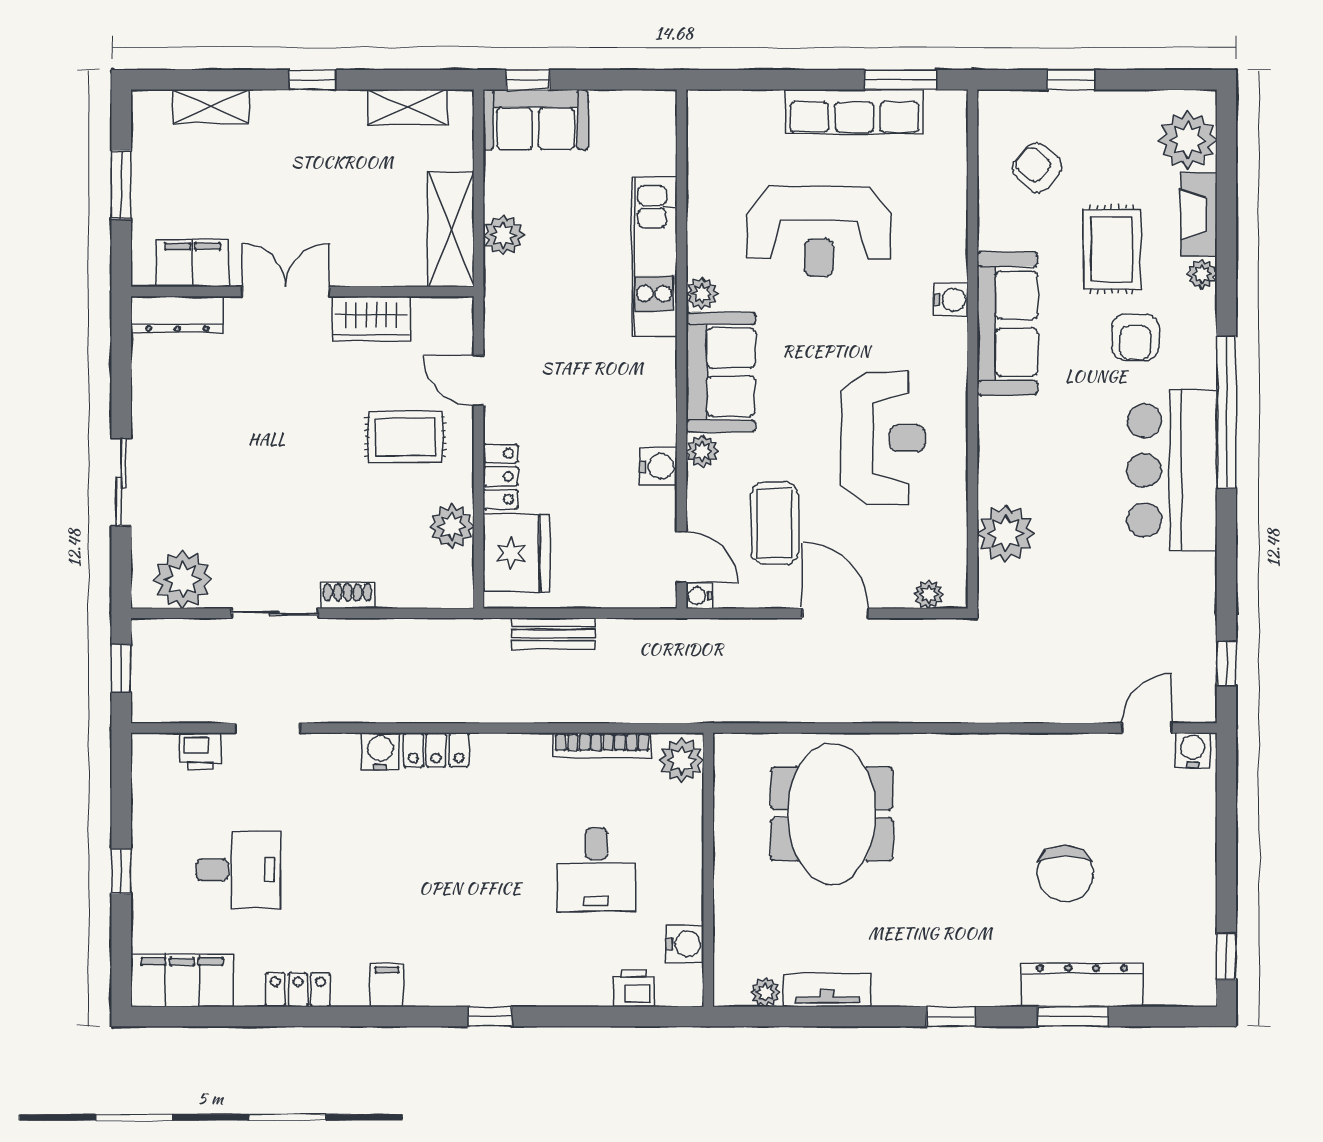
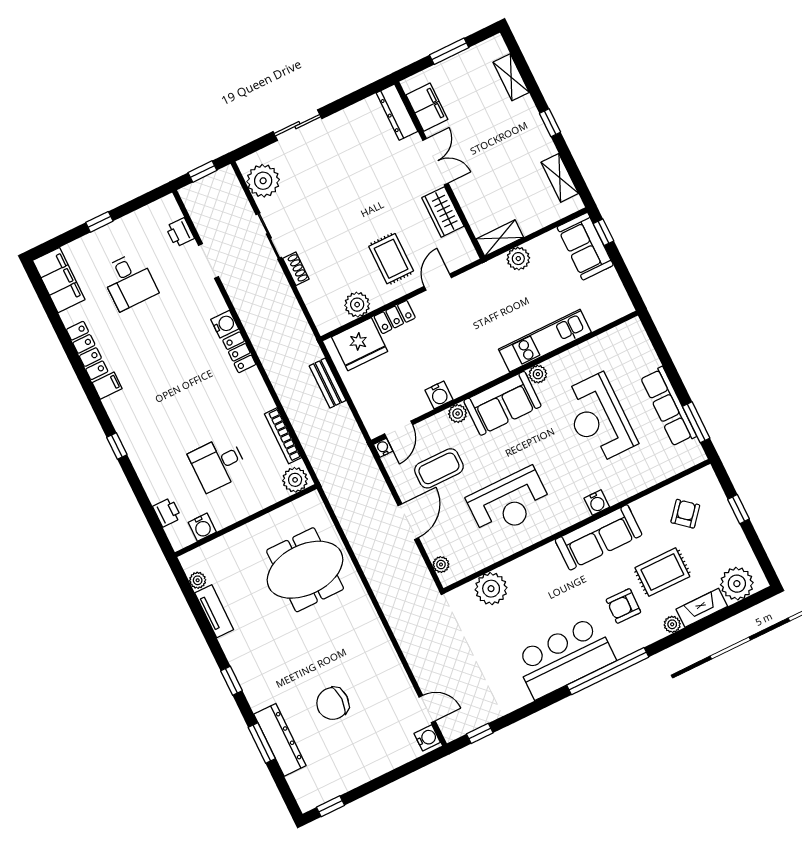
shelving: (451, 229) -> (500, 238), width x0.67, depth x0.75
locker: (298, 990) -> (87, 350), width x1.53

